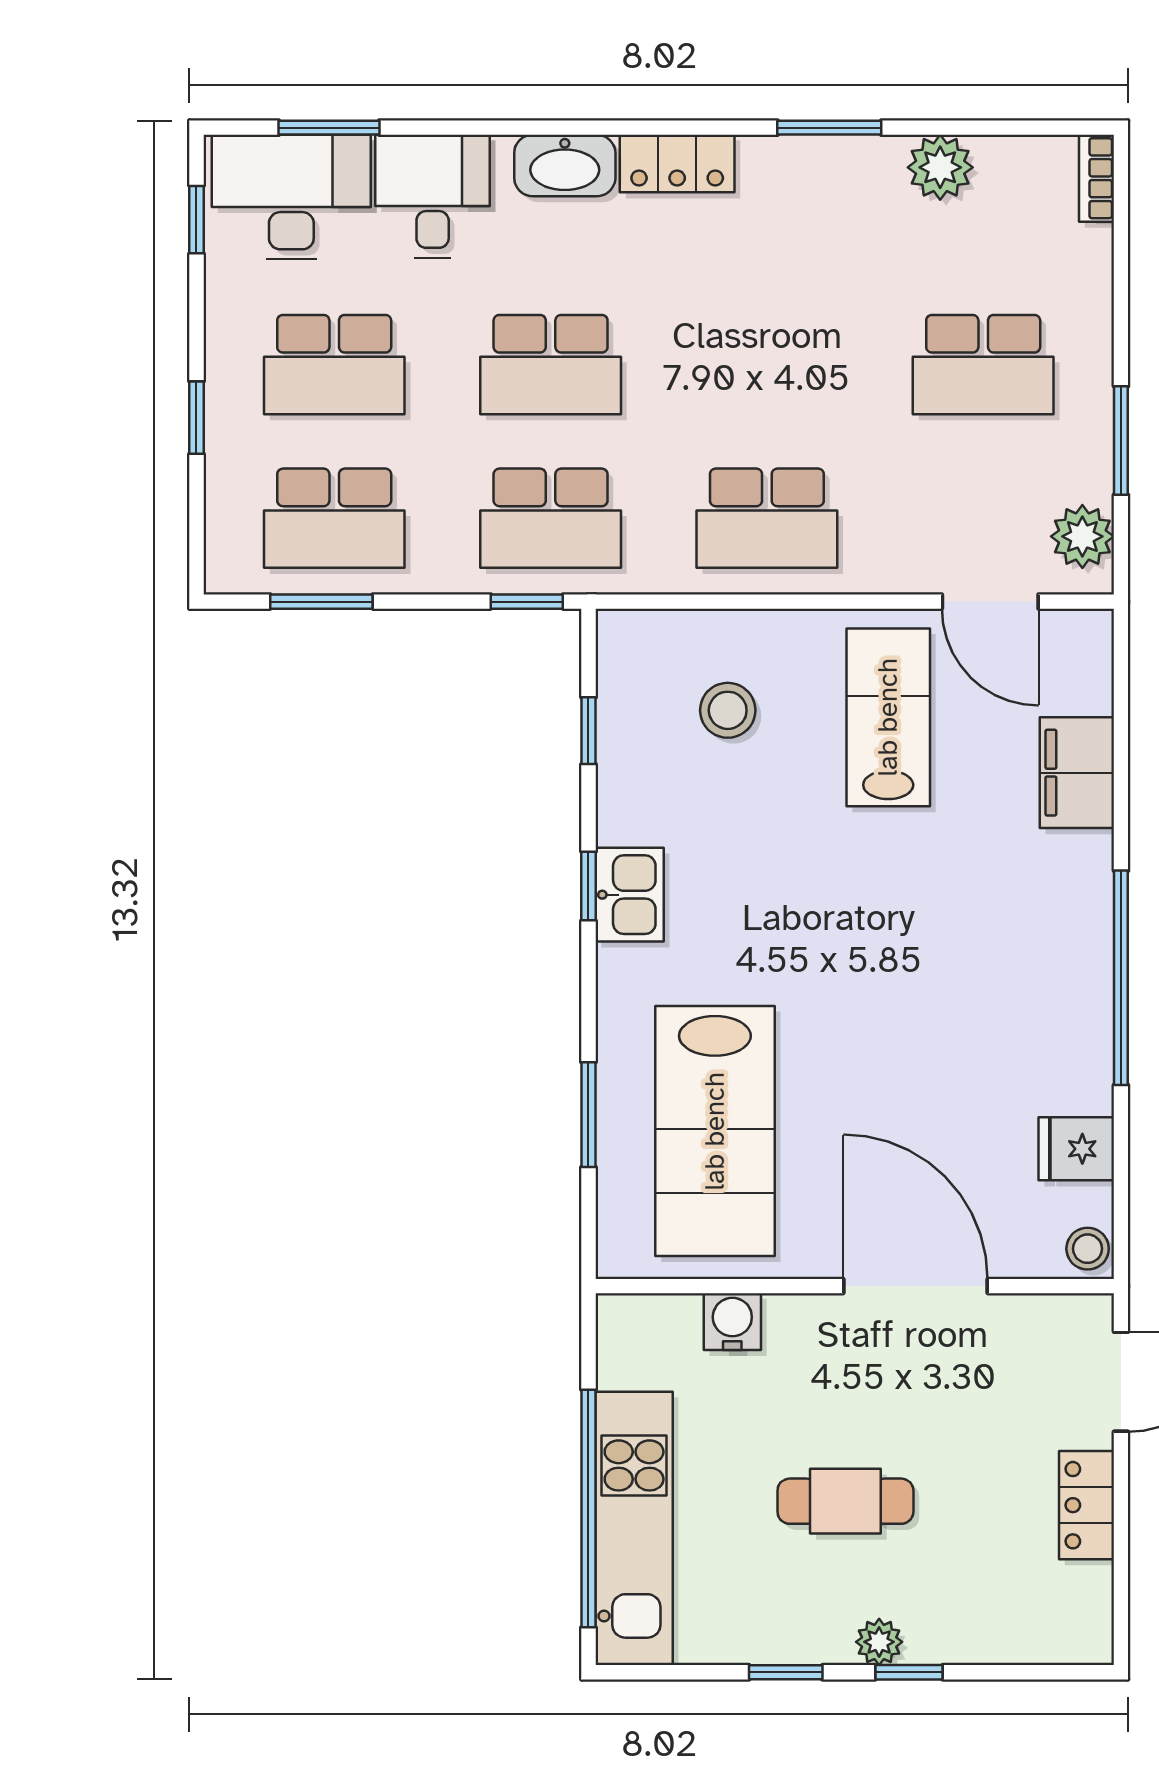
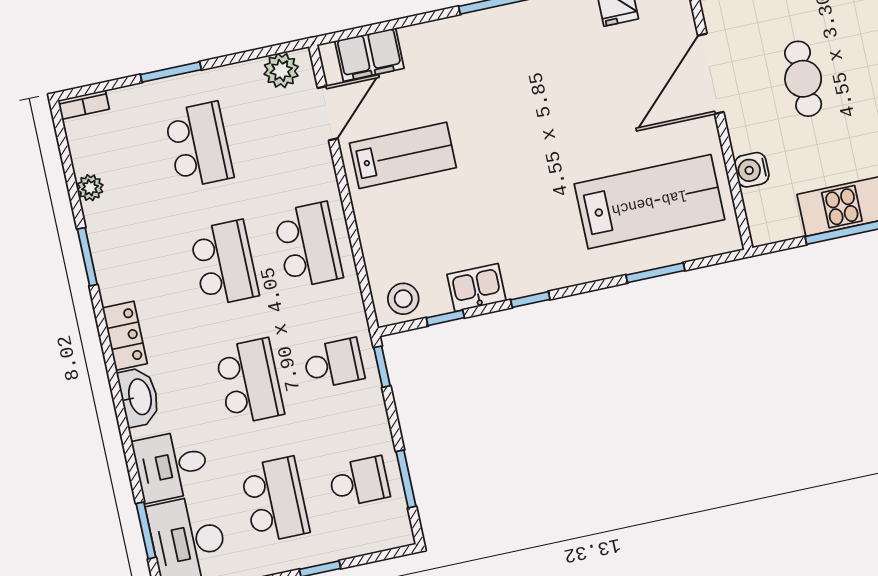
plant: (940, 167) -> (90, 188), width x0.73, depth x0.73
school desk: (767, 365) -> (224, 263), added
window: (1121, 440) -> (171, 72), moved
school desk: (334, 518) -> (359, 482), width x0.54
school desk: (551, 518) -> (334, 363), width x0.54
stool: (728, 710) -> (403, 299), moved
lab bench: (888, 717) -> (403, 155), turned 180
filing cabinet: (1077, 773) -> (369, 55), moved
kitchen sink: (630, 895) -> (477, 288), moved
cafe table: (845, 1501) -> (803, 79), moved

